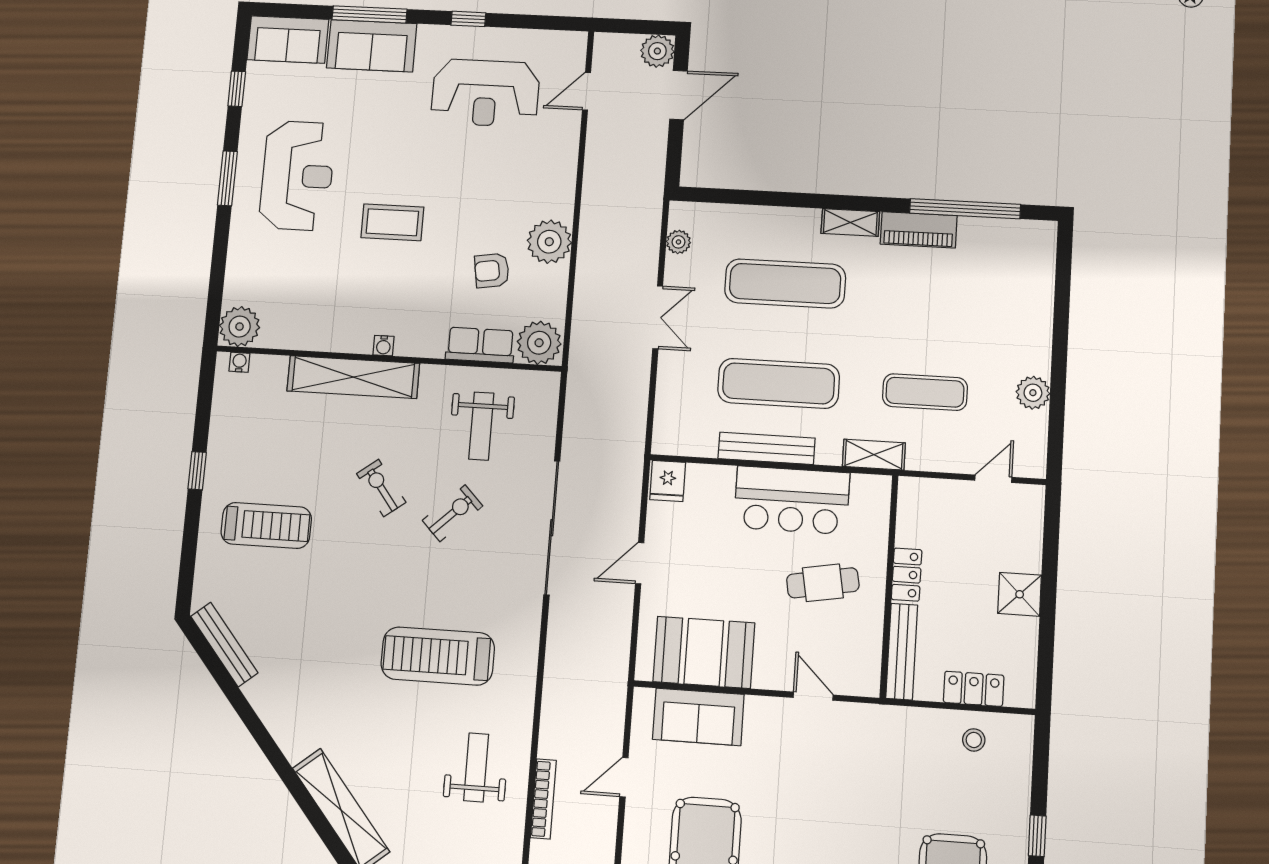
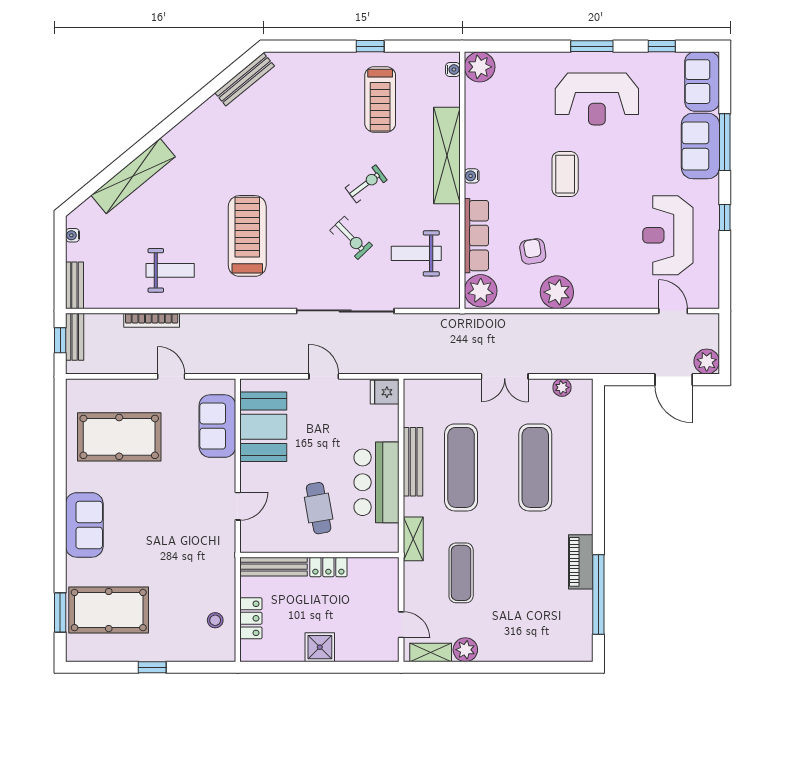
shelving: (850, 222) -> (431, 652), moved, turned 90
row of seats: (480, 345) -> (476, 236), width x1.48
treadmill: (266, 525) -> (380, 100), moved

